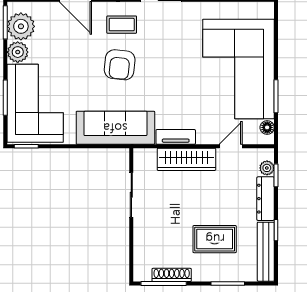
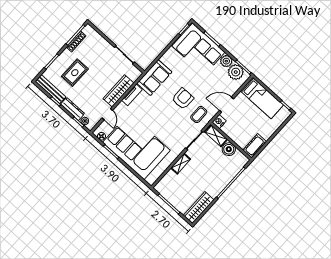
armchair: (120, 65) -> (183, 99), turned 84
sofa: (115, 128) -> (154, 78), width x0.73

